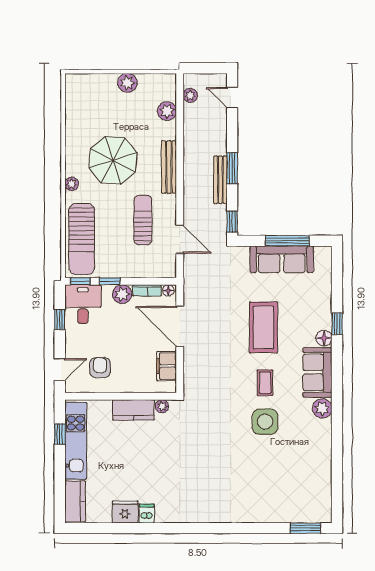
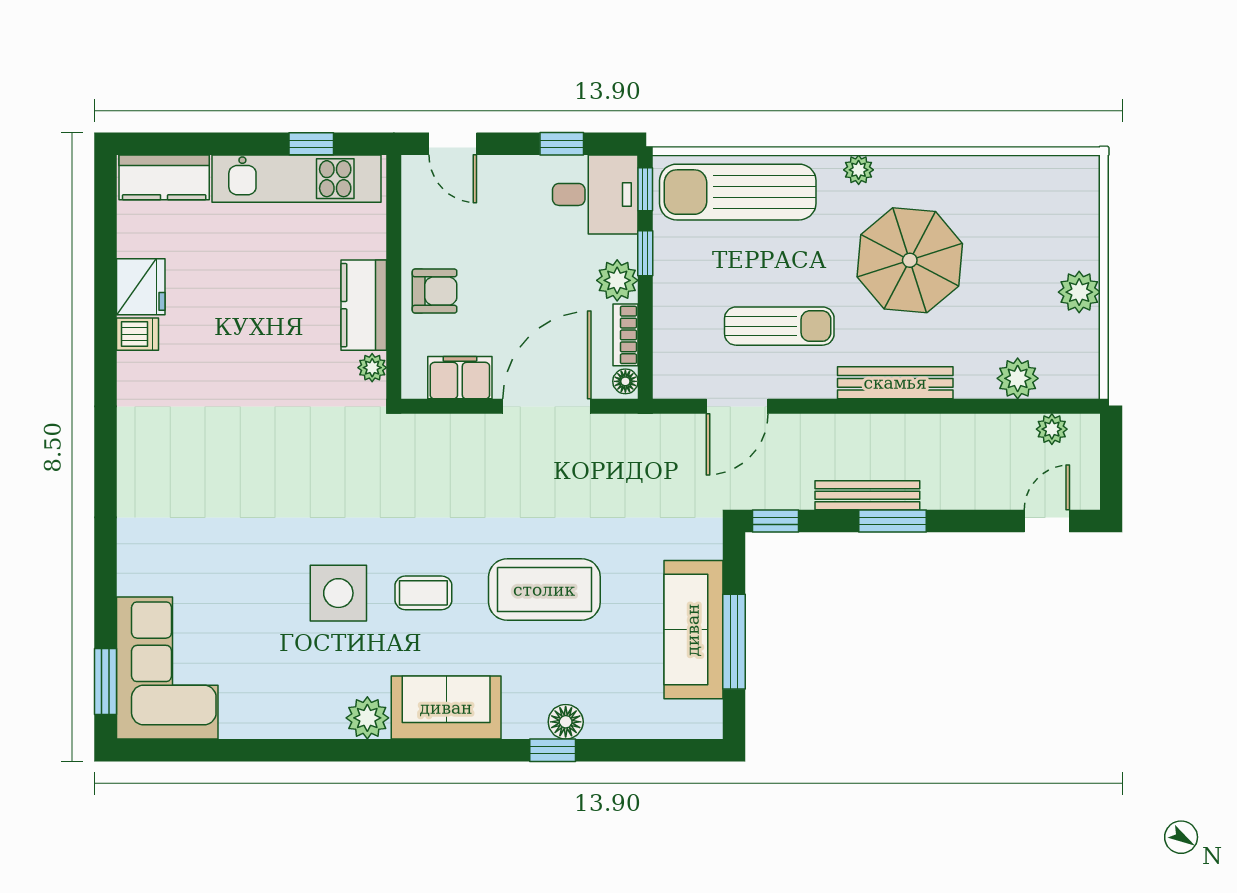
floor lamp: (324, 338) -> (566, 722), moved
armchair: (100, 368) -> (435, 291), moved
corner sofa: (299, 500) -> (167, 668), added

